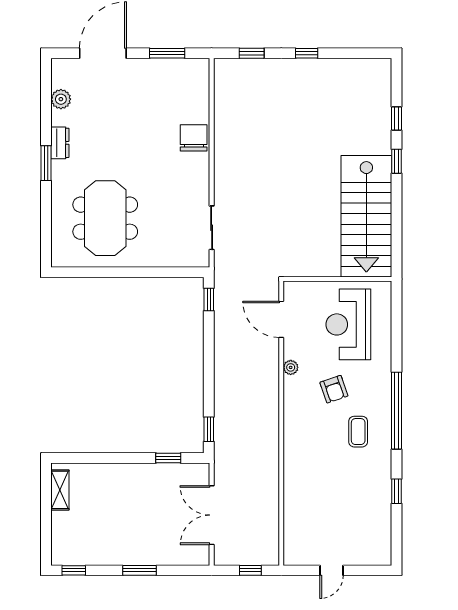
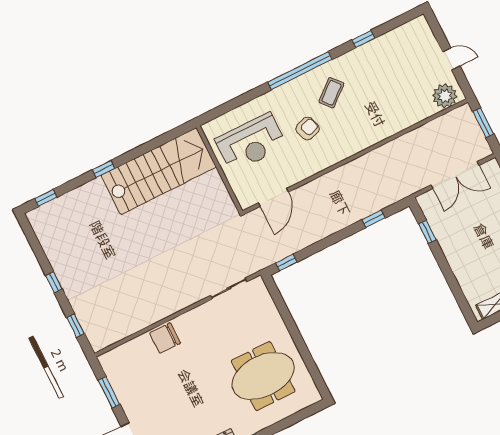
window: (397, 119) -> (46, 198), moved
plant: (291, 367) -> (445, 96), moved, width x1.87, depth x1.87
window: (209, 429) -> (374, 219), moved
coffee table: (358, 432) -> (331, 93), turned -40
window: (250, 570) -> (483, 123), width x1.50

